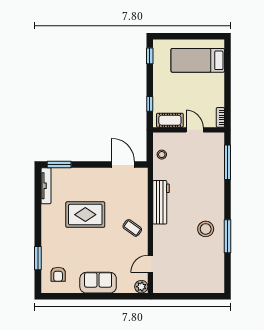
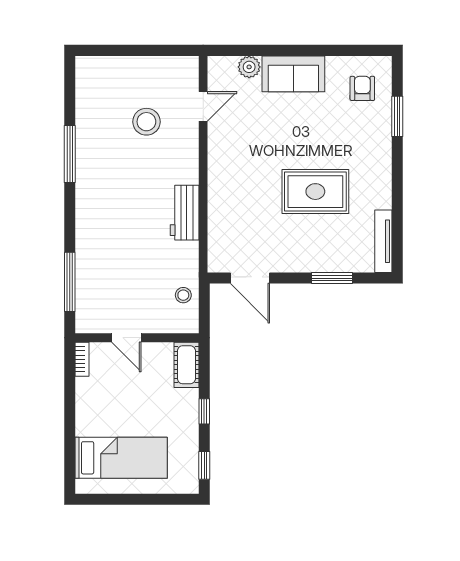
window: (150, 104) -> (204, 411), moved
cot: (170, 120) -> (186, 365), moved, turned 90
window: (59, 164) -> (332, 278), moved
workbench: (161, 202) -> (185, 213), width x0.73
coffee table: (132, 228) -> (234, 168), removed
stool: (206, 229) -> (146, 122), moved
plant: (141, 287) -> (249, 67), moved

